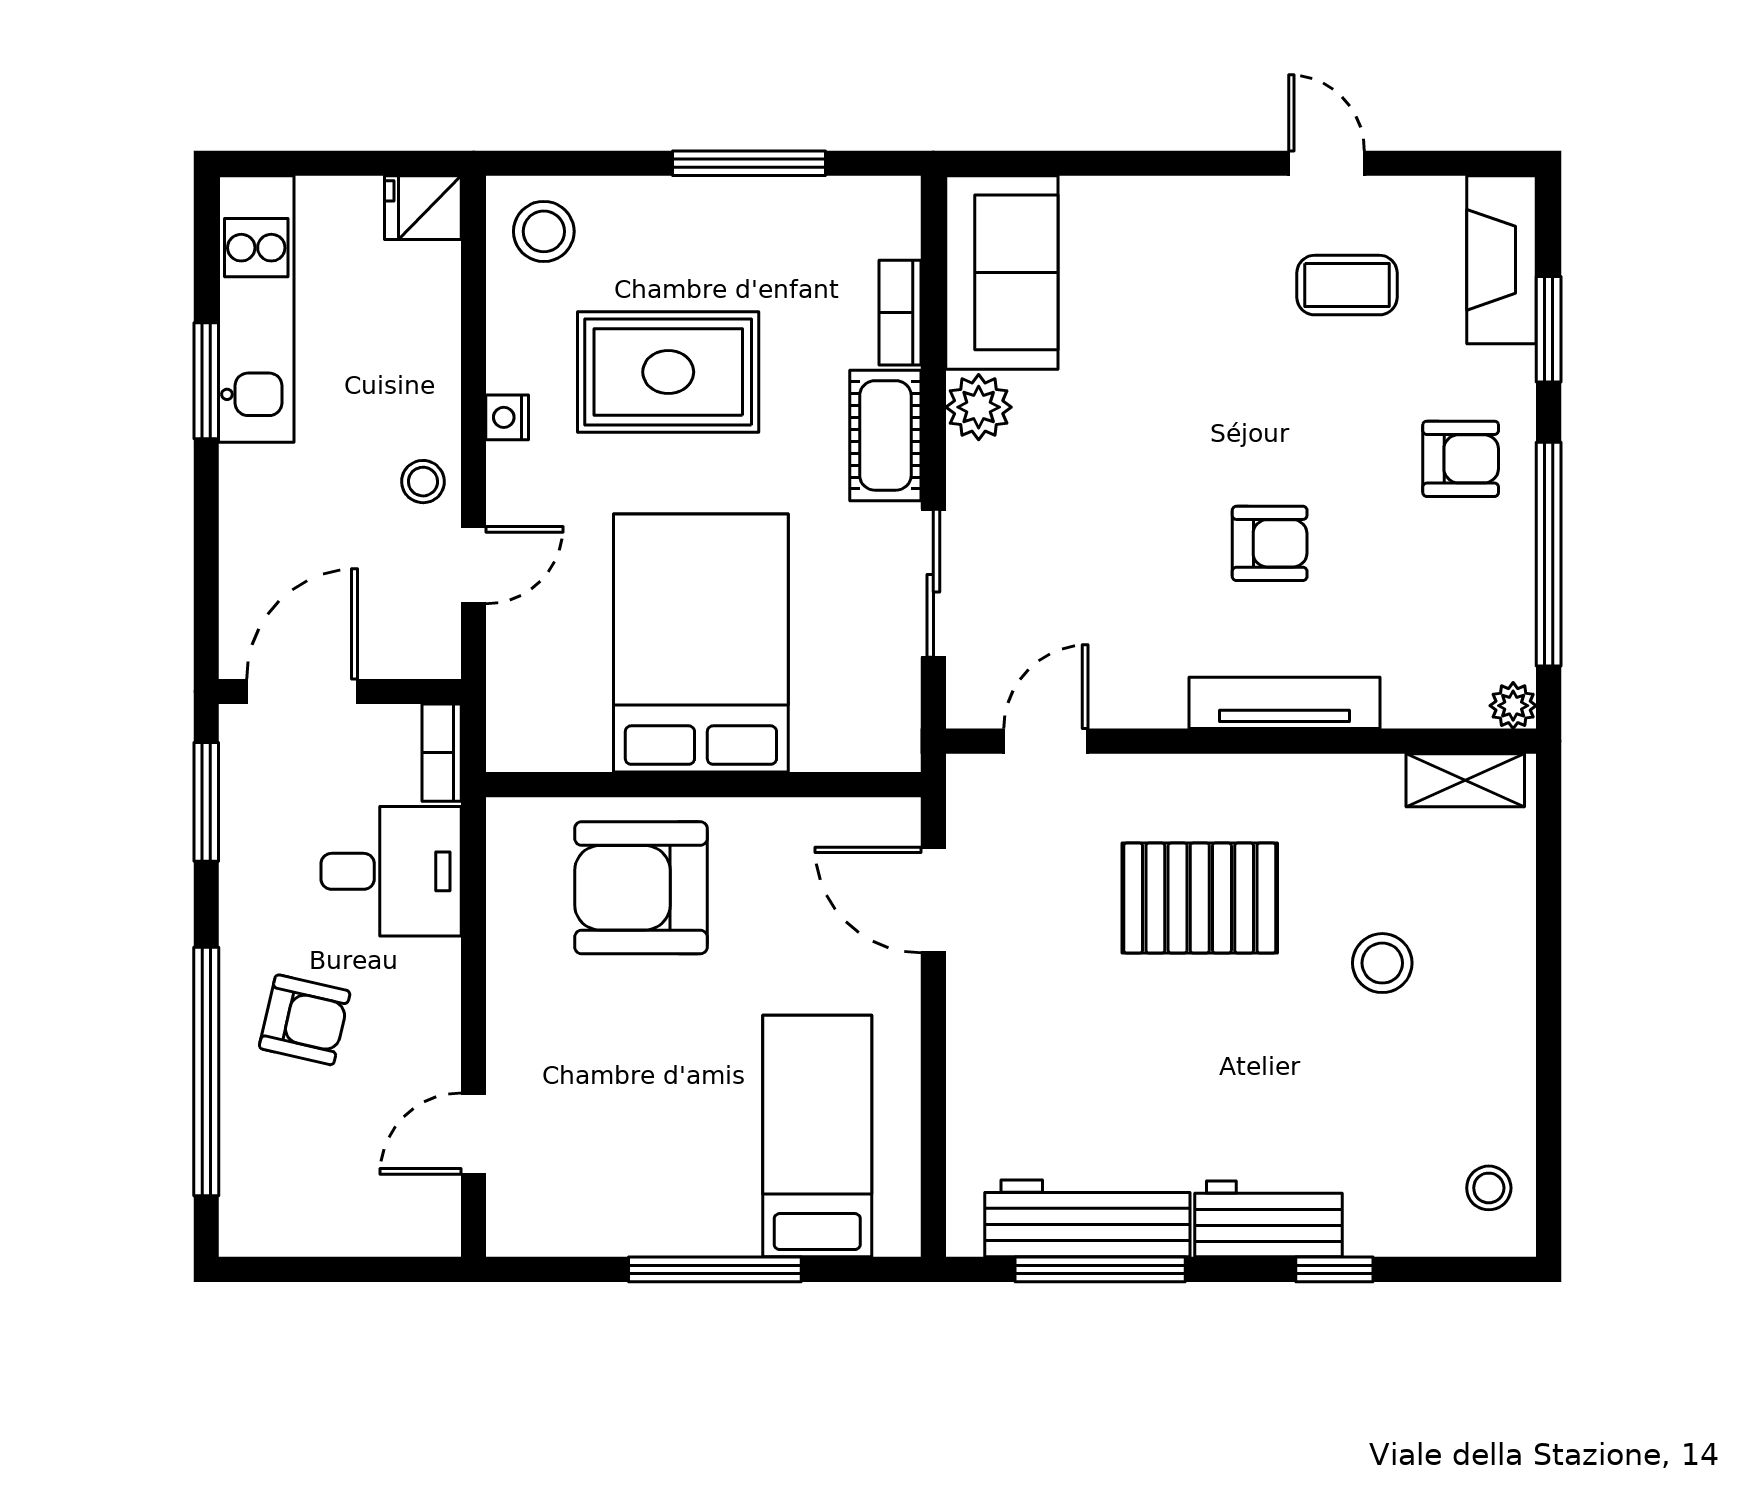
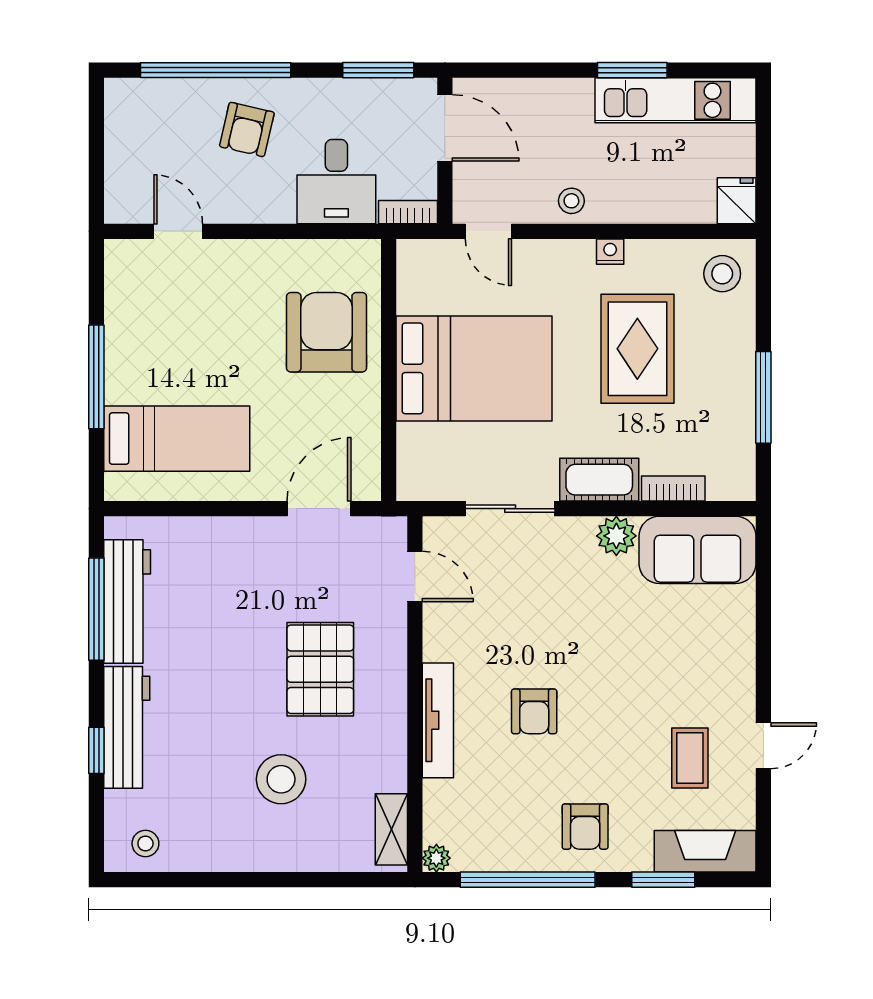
door: (474, 565) -> (488, 231), moved
stool: (1382, 963) -> (281, 779), width x1.38, depth x1.38
workbench: (1268, 1219) -> (127, 727), width x1.38

